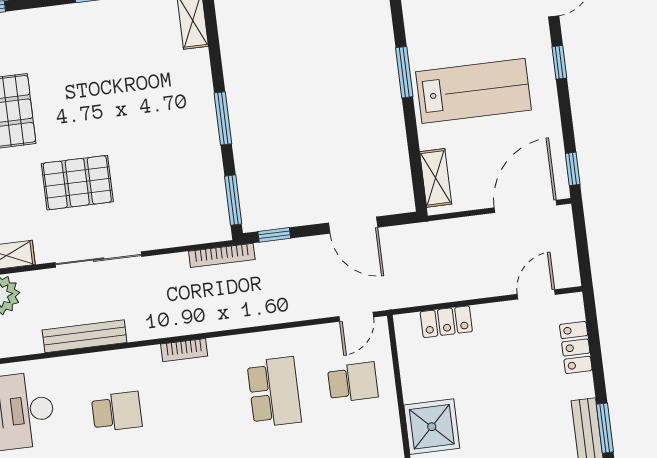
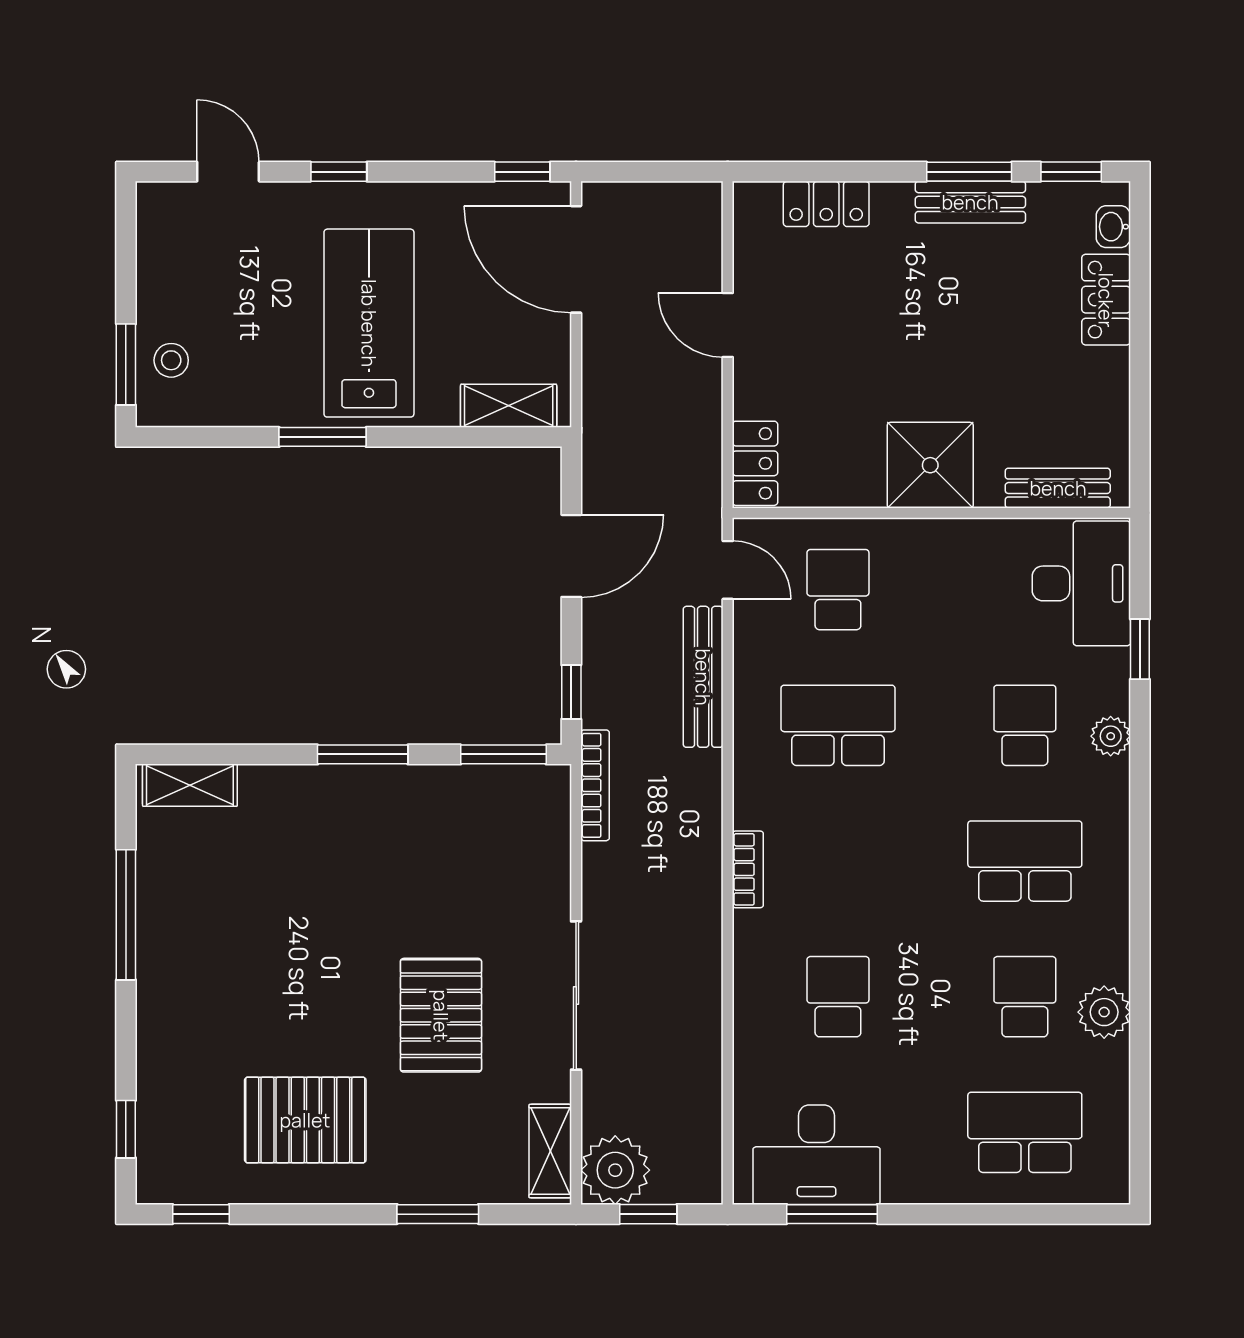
door: (536, 294) -> (728, 325), moved
locker: (446, 322) -> (755, 463), moved
bench: (85, 336) -> (703, 677), moved

